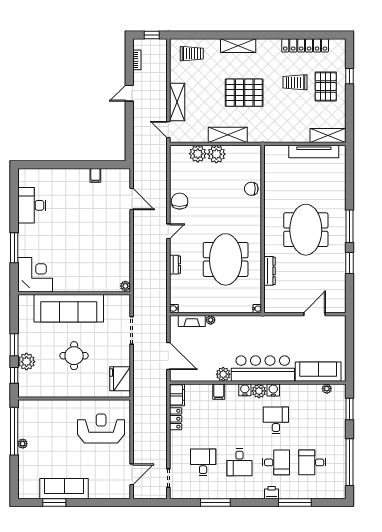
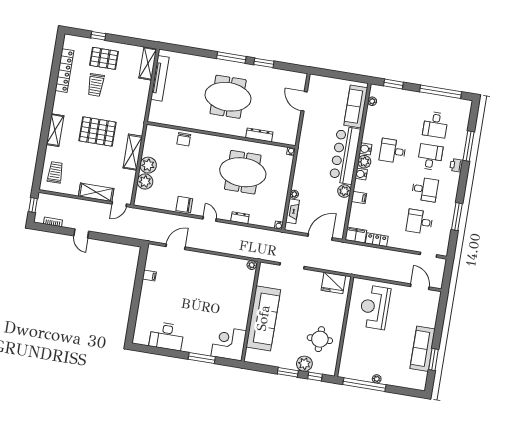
pallet: (244, 93) -> (97, 132), turned 90
round table: (74, 356) -> (320, 339), moved

